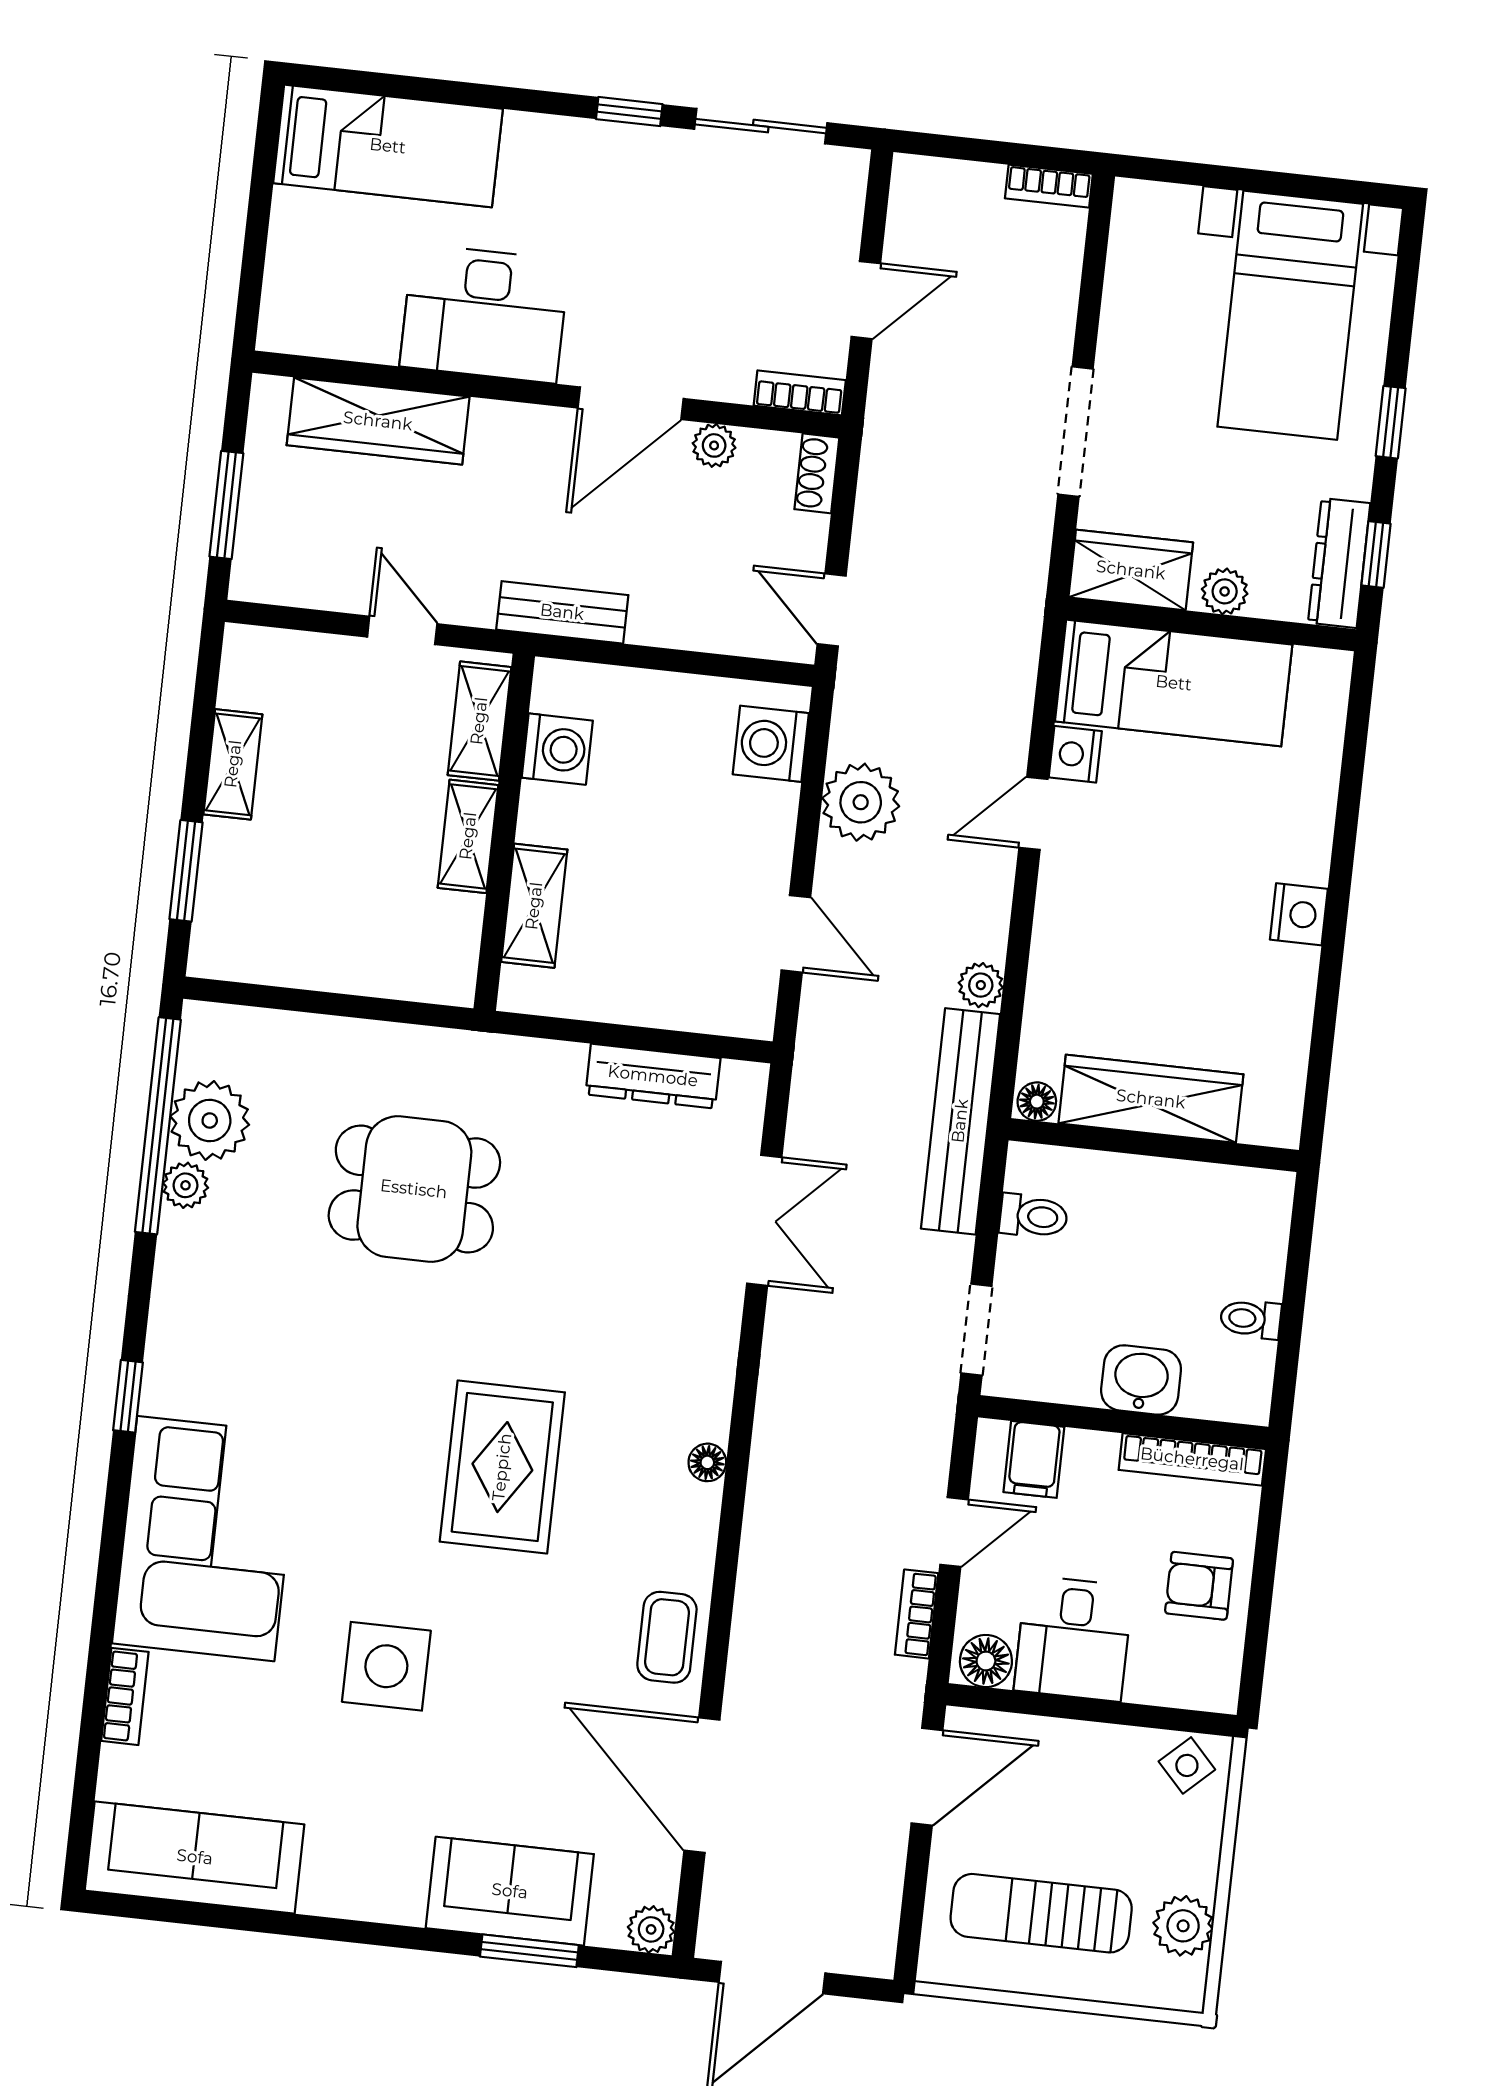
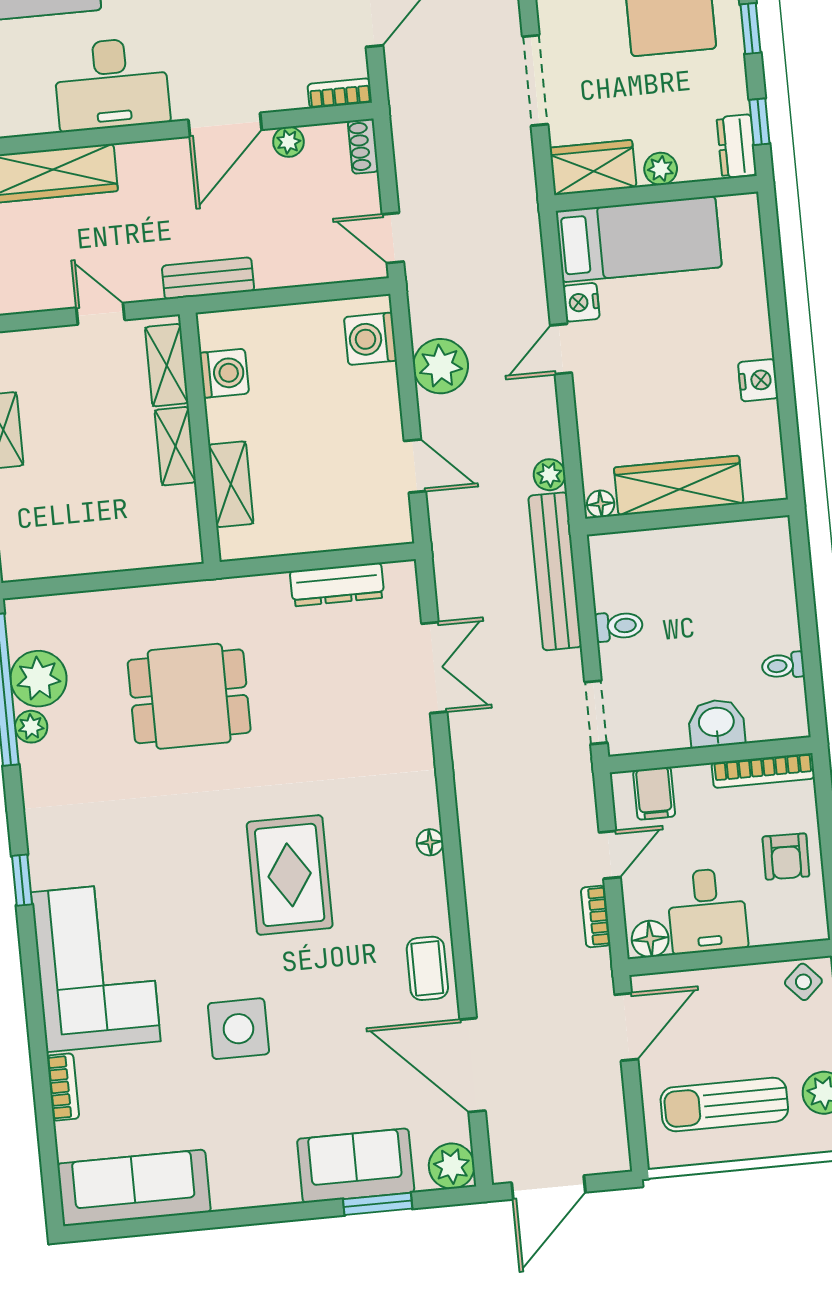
dresser: (1339, 563) -> (737, 146), width x0.70
wardrobe: (1151, 1099) -> (679, 486), moved
floor lamp: (1037, 1102) -> (601, 504), moved
wall: (1154, 1145) -> (687, 517), moved
armchair: (1199, 1586) -> (786, 857), turned -89
plant: (651, 1929) -> (452, 1166), width x1.38, depth x1.38

